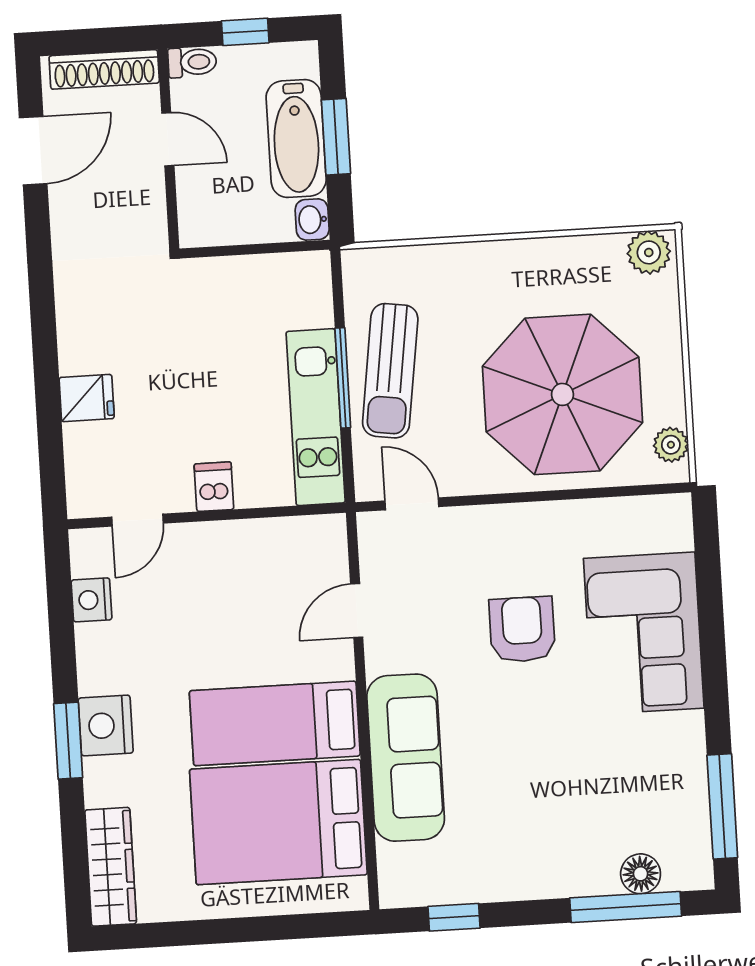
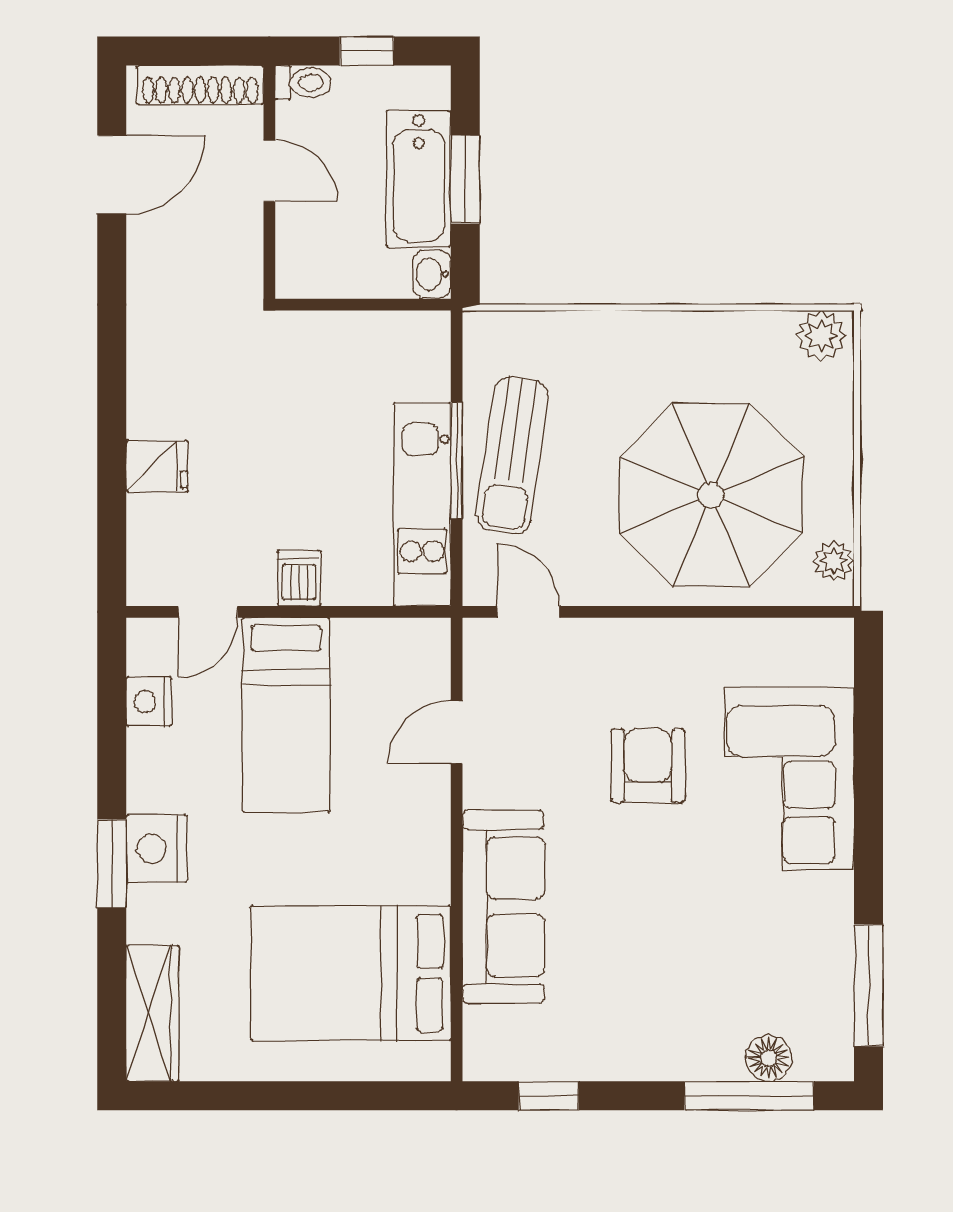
bed: (275, 723) -> (286, 715), moved, turned -90

